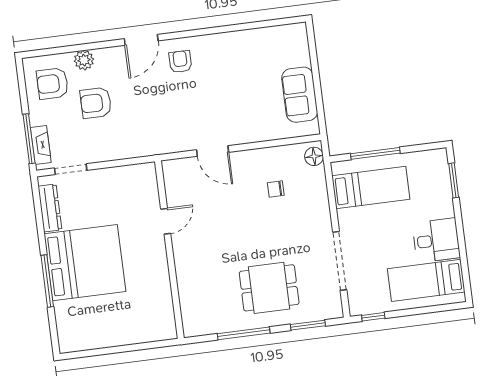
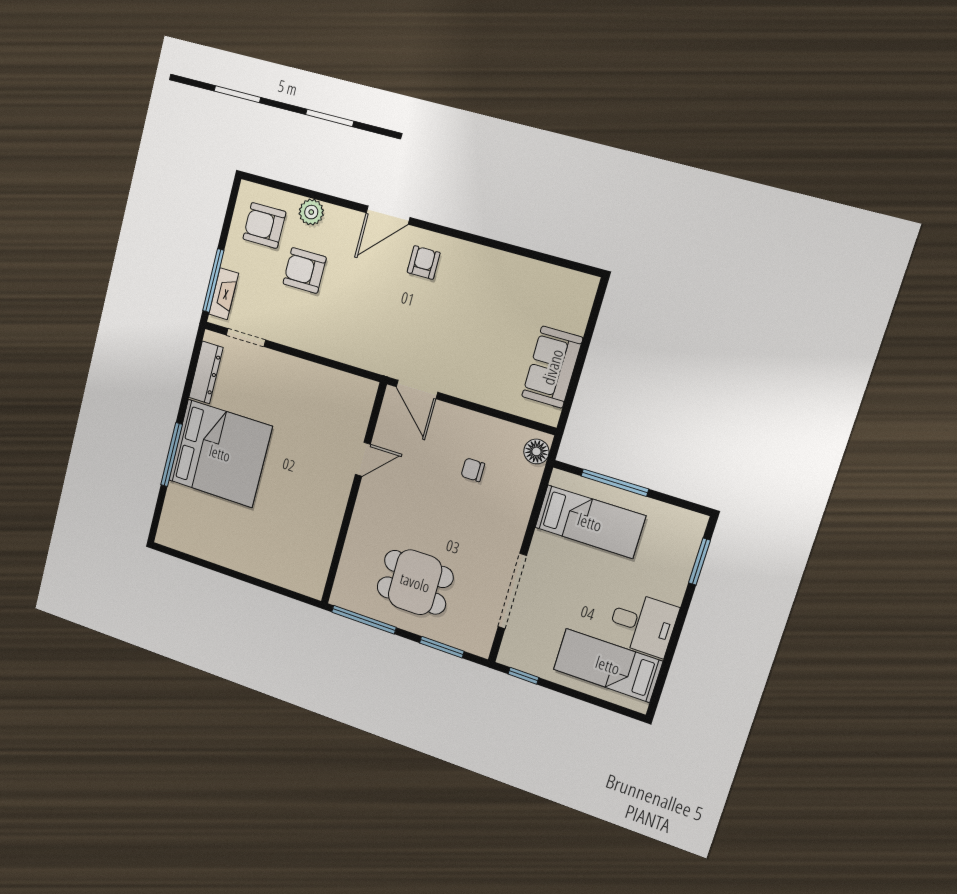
door: (166, 221) -> (363, 459), moved
wall: (169, 250) -> (353, 494), moved

